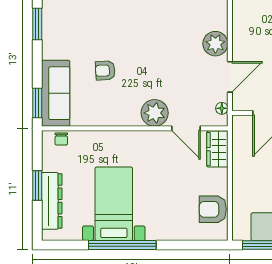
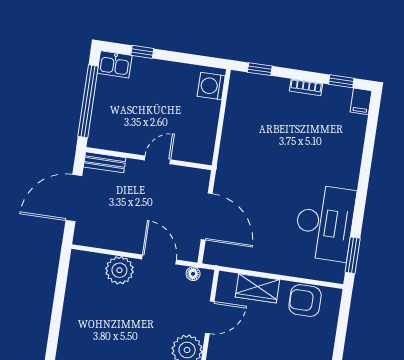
wardrobe: (217, 149) -> (257, 288), moved
armchair: (213, 209) -> (305, 301), turned 90

